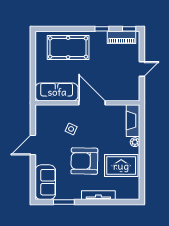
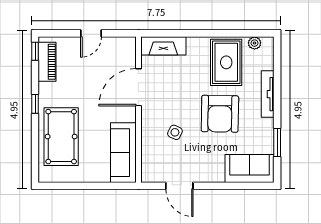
window: (102, 29) -> (35, 104), moved
door: (142, 69) -> (91, 33), swing flipped
door: (92, 103) -> (138, 87), moved
plant: (135, 142) -> (255, 43), moved
door: (33, 145) -> (179, 186), moved

